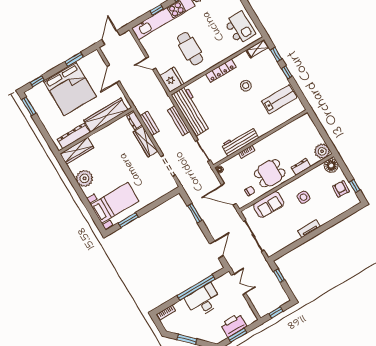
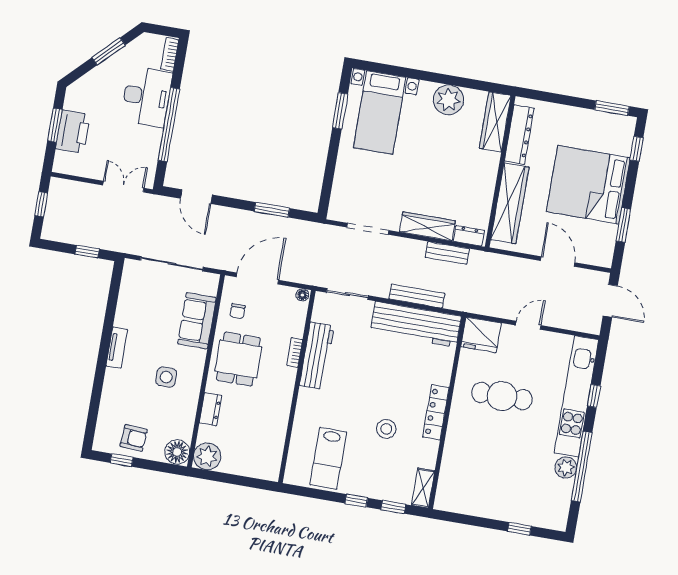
kitchen island: (240, 28) -> (473, 489), removed
double door: (239, 284) -> (123, 187), swing flipped
desk: (203, 300) -> (146, 97), moved

